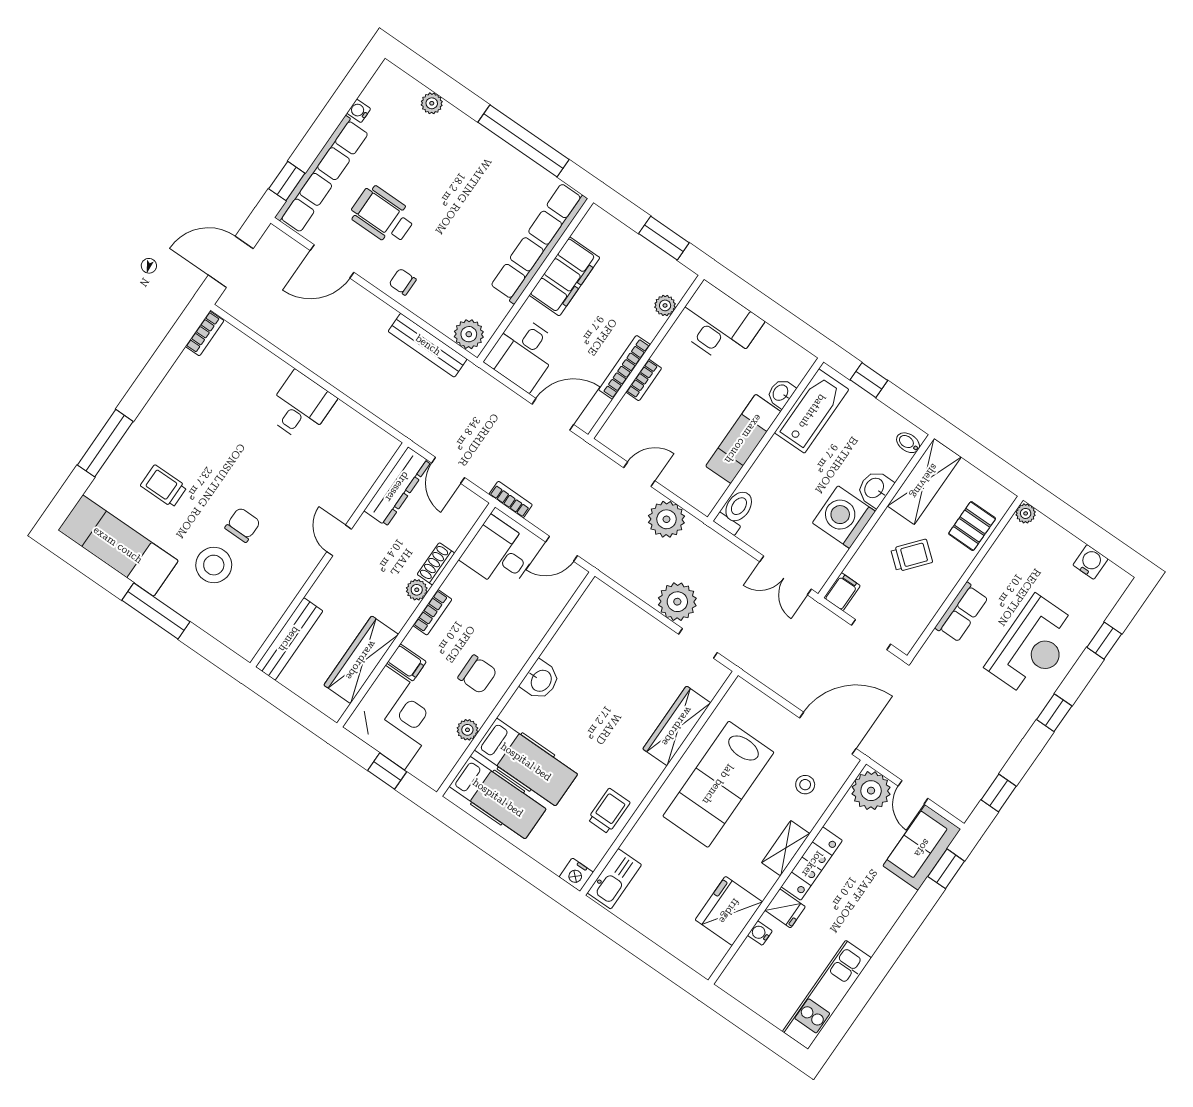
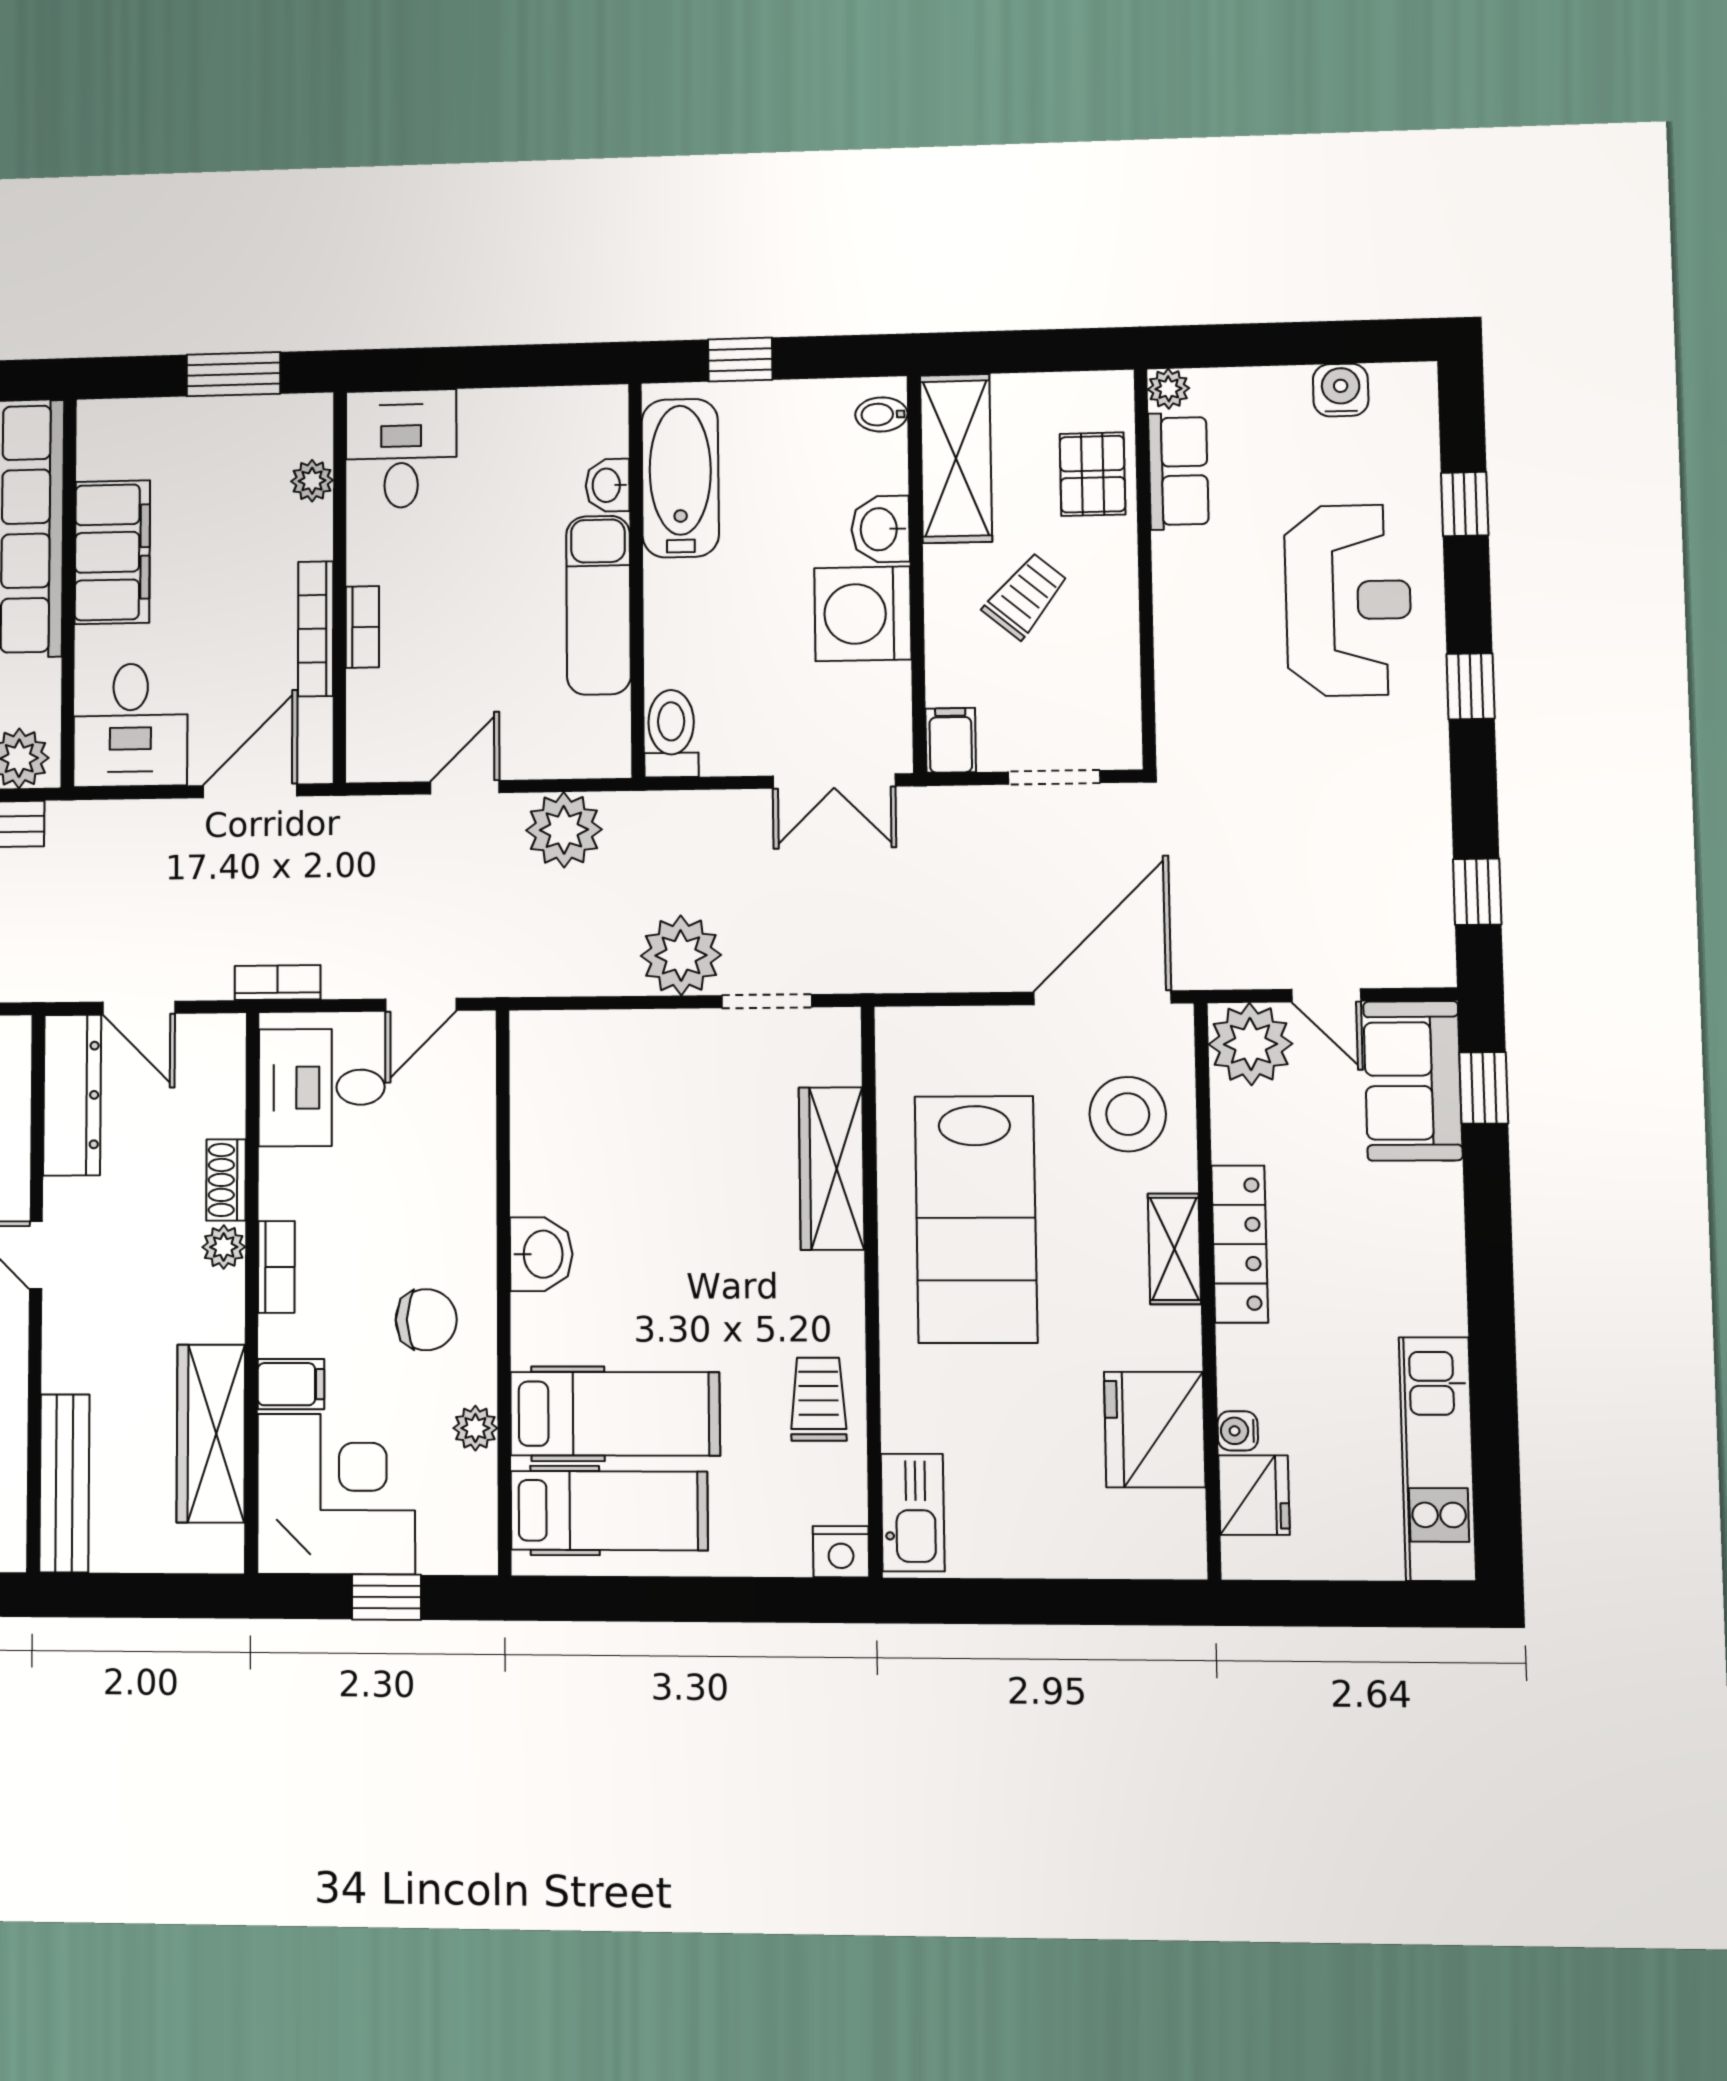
desk: (718, 324) -> (401, 449), width x0.73
row of seats: (962, 612) -> (1178, 471), moved
stool: (805, 785) -> (1128, 1114), width x1.89, depth x1.89
fridge: (785, 908) -> (1254, 1495), moved, width x1.38

